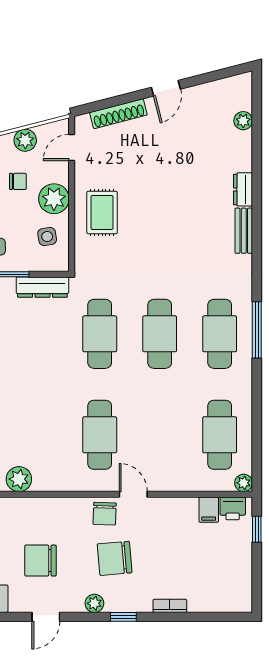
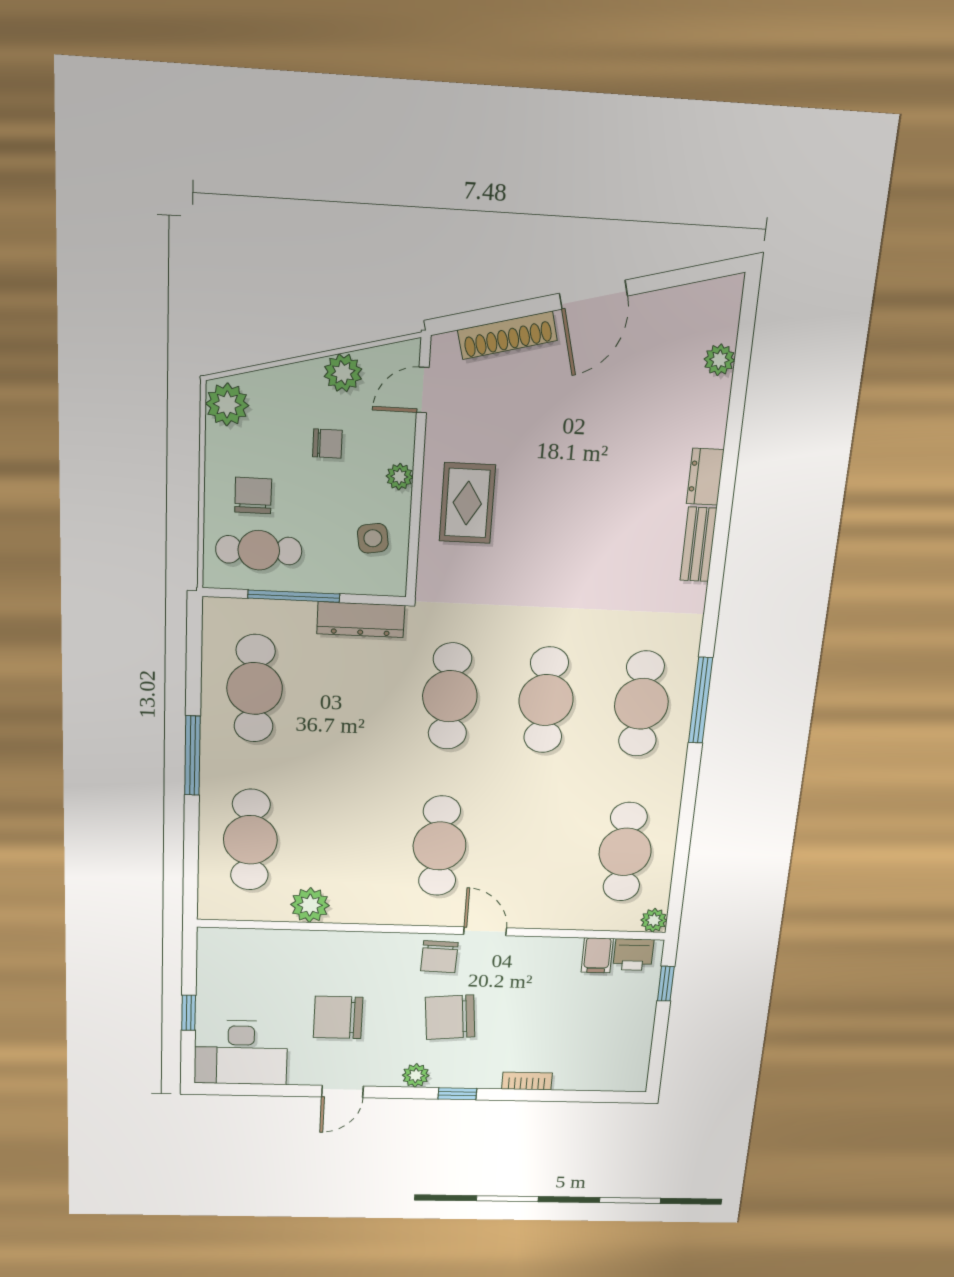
door: (166, 88) -> (593, 295), width x1.38
plant: (54, 199) -> (399, 477), width x0.53, depth x0.53

